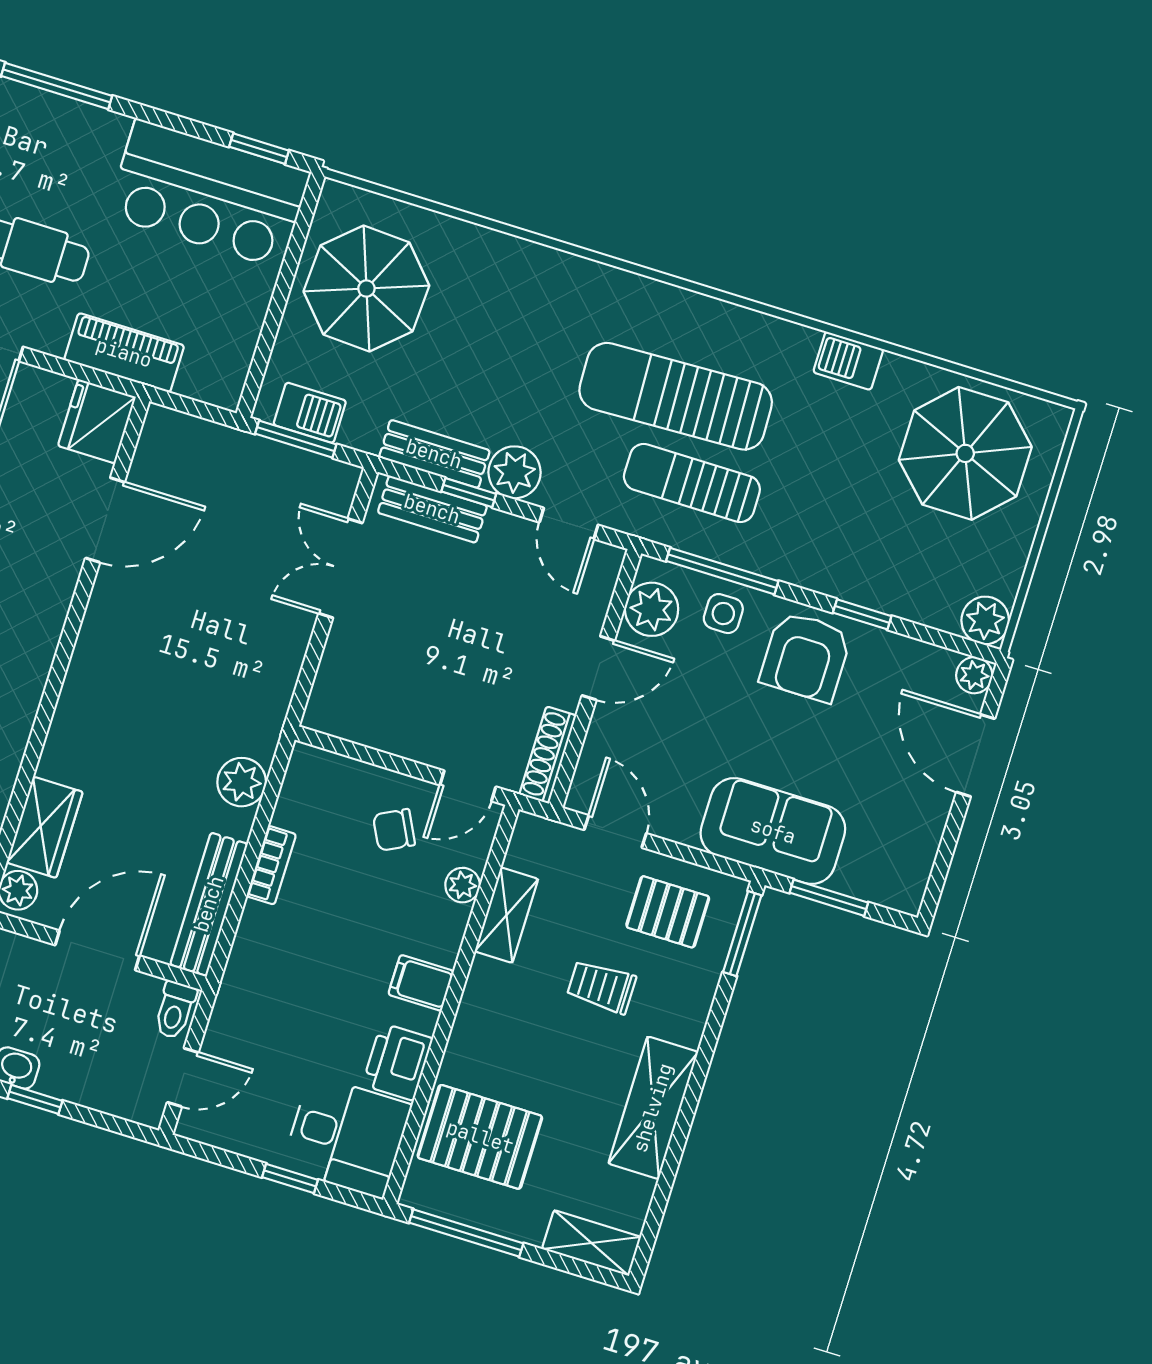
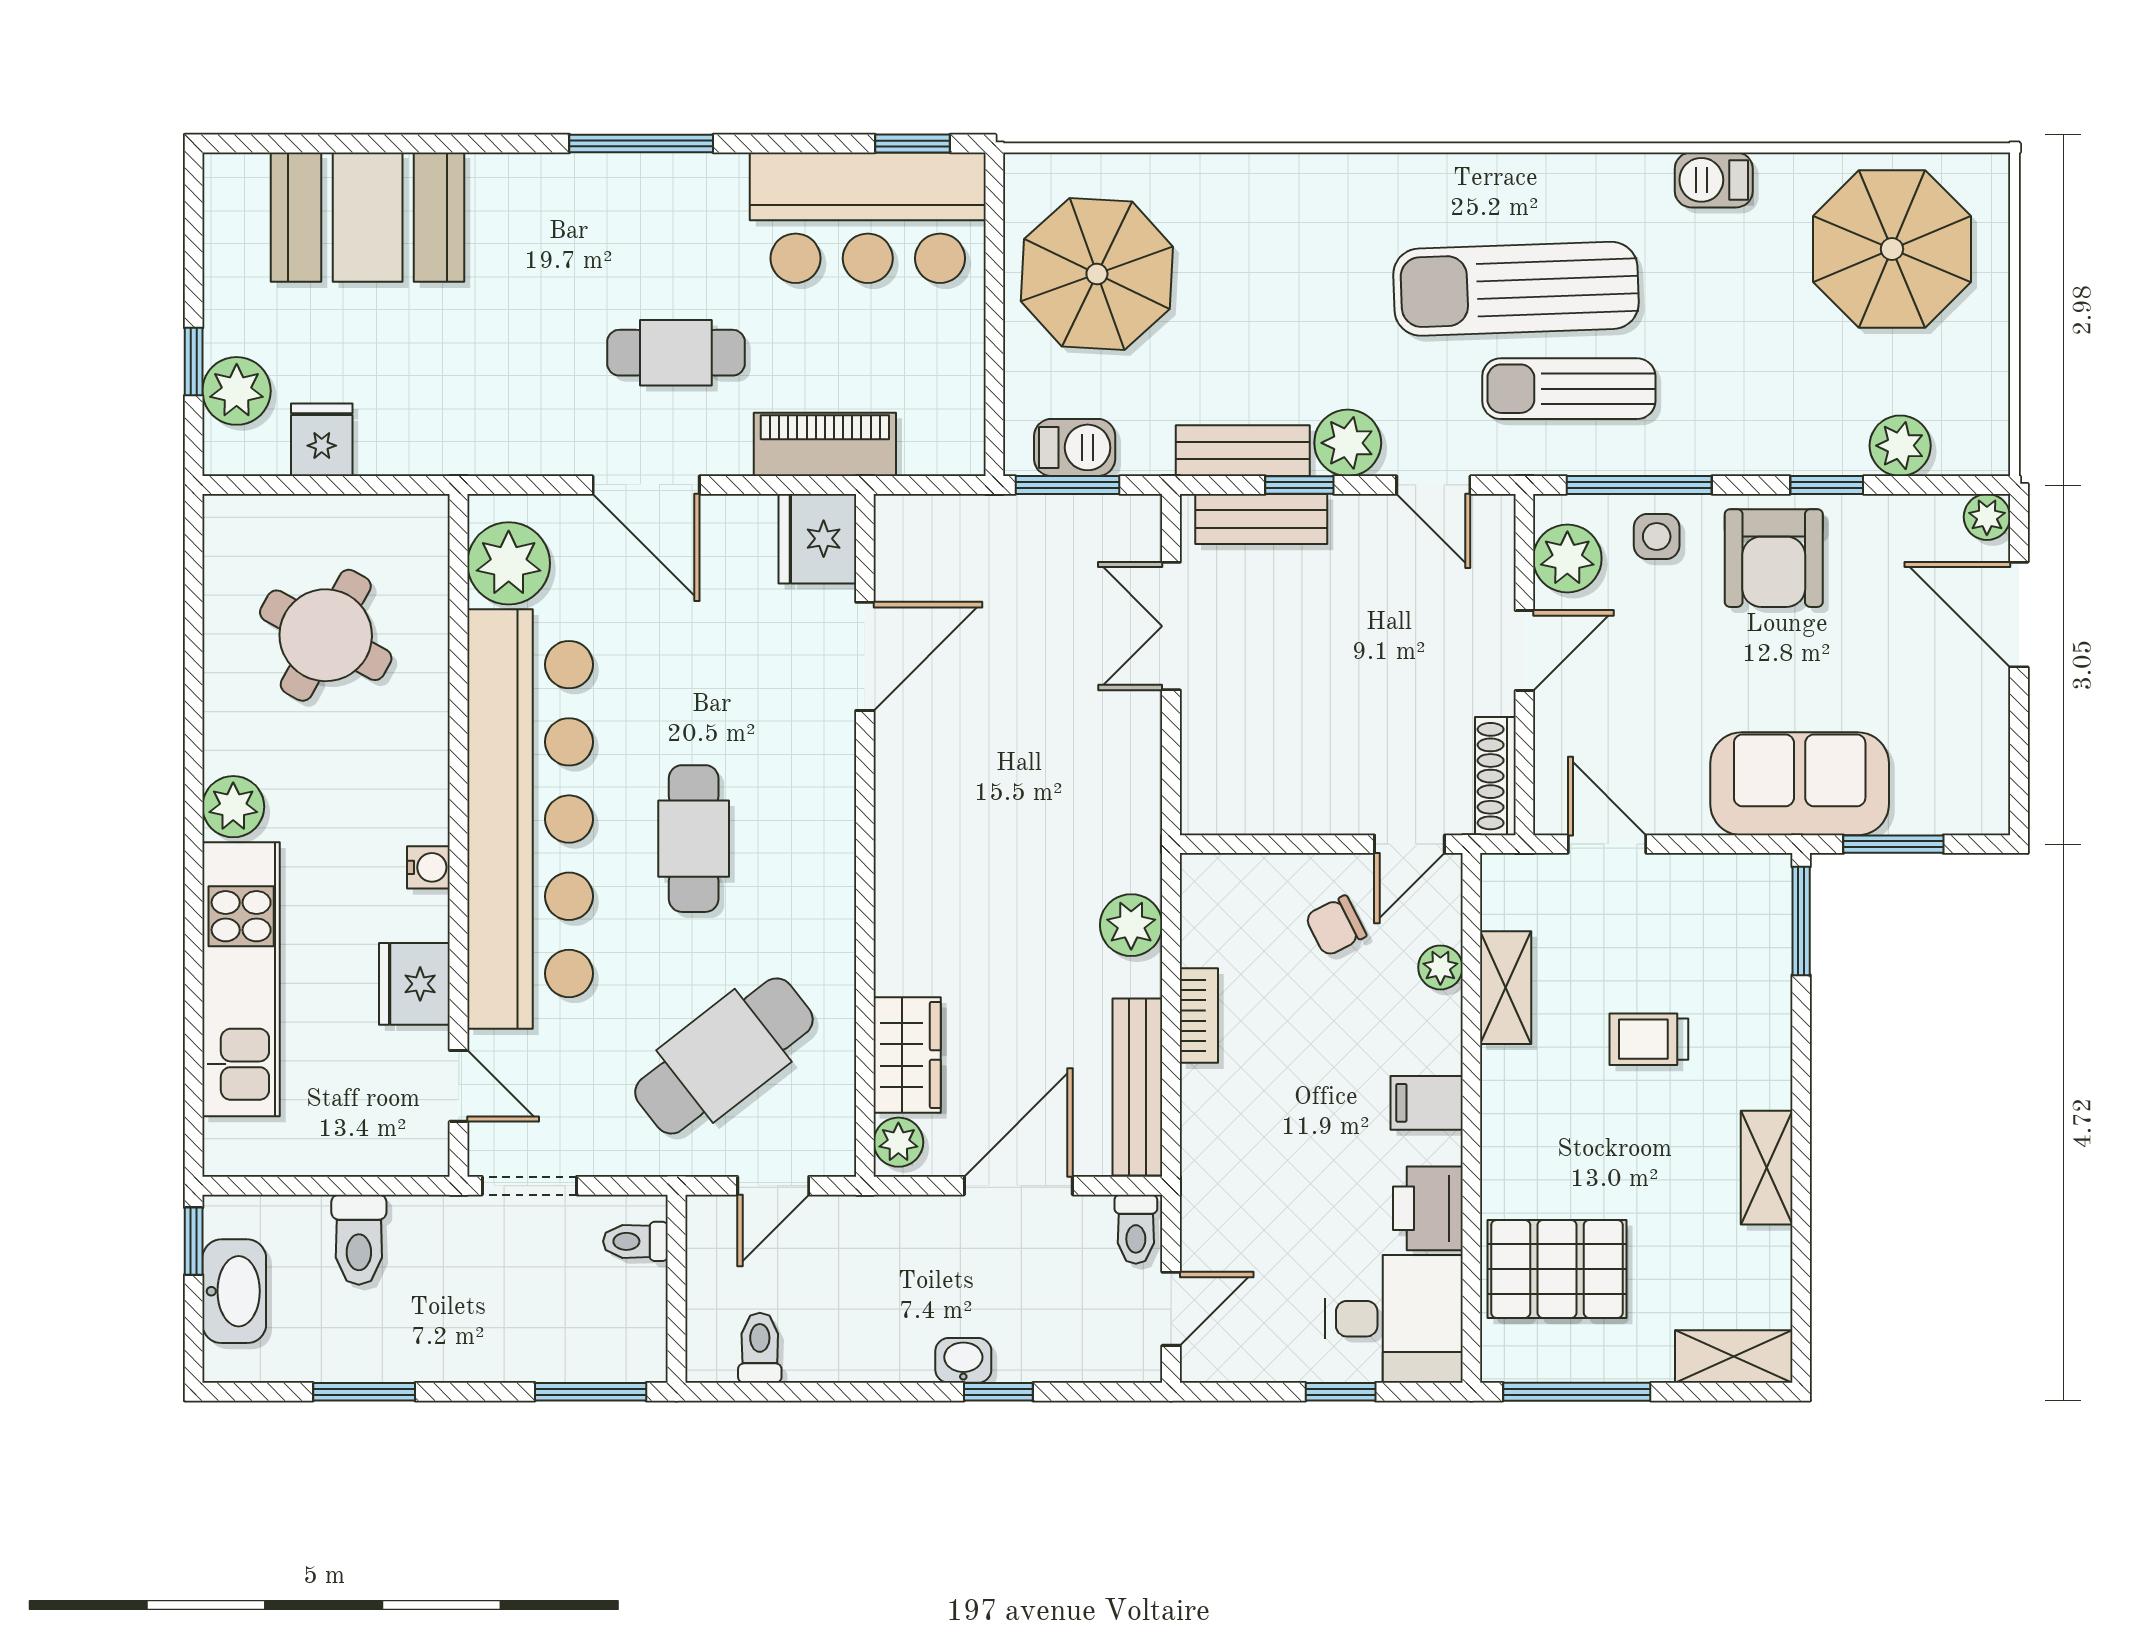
plant: (985, 620) -> (1900, 446), moved
pallet: (668, 912) -> (1702, 922), removed
shelving: (653, 1108) -> (1767, 1168), width x0.67, depth x0.75

